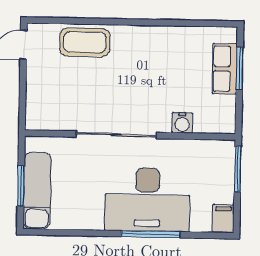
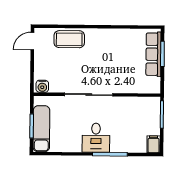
row of seats: (225, 69) -> (153, 54), width x1.48
water cooler: (182, 123) -> (42, 86), moved
desk: (147, 200) -> (96, 138), width x0.53, depth x0.77

